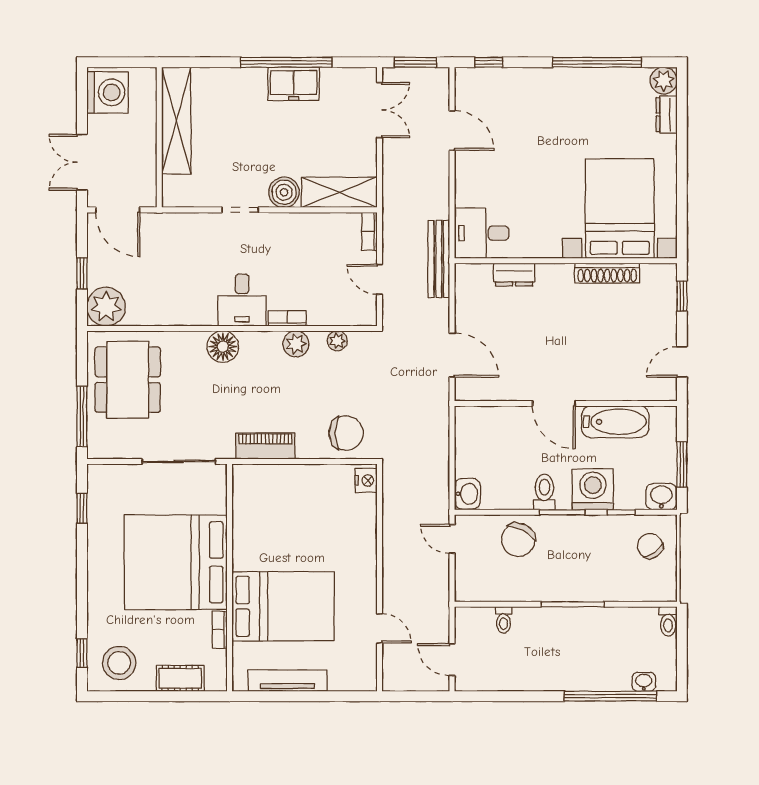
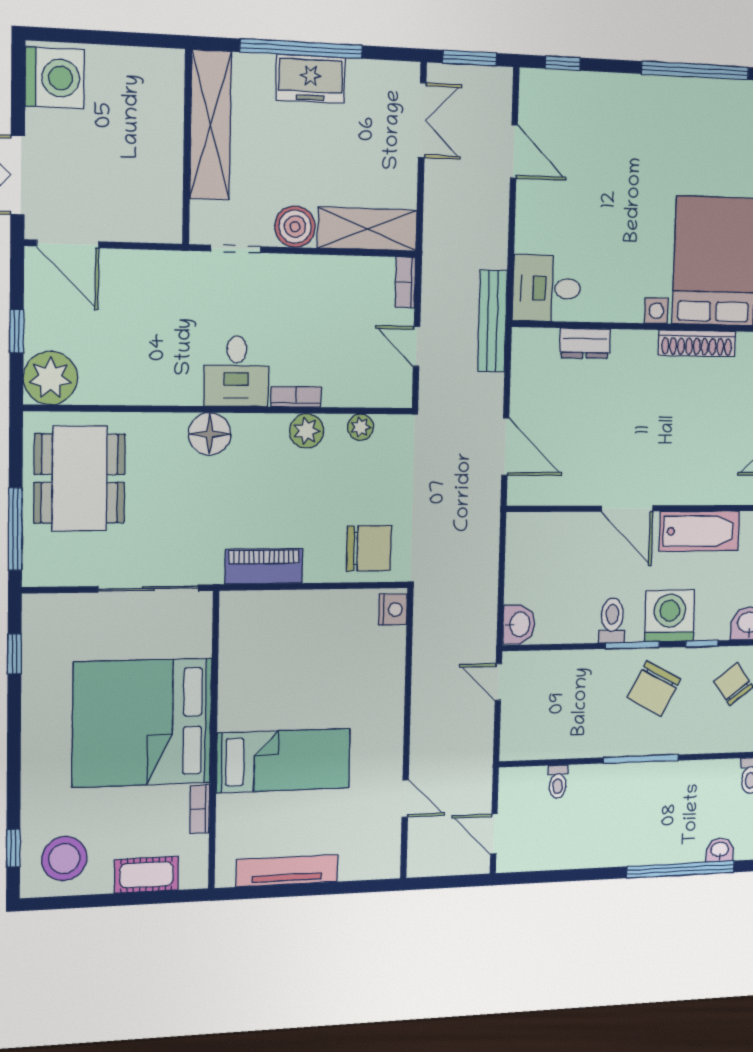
shelving: (176, 121) -> (211, 125), moved
wall: (159, 137) -> (187, 147), moved
chair: (518, 540) -> (654, 689), moved
bed: (283, 606) -> (283, 760), width x0.67

